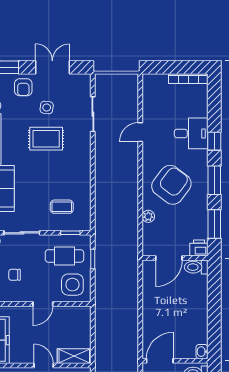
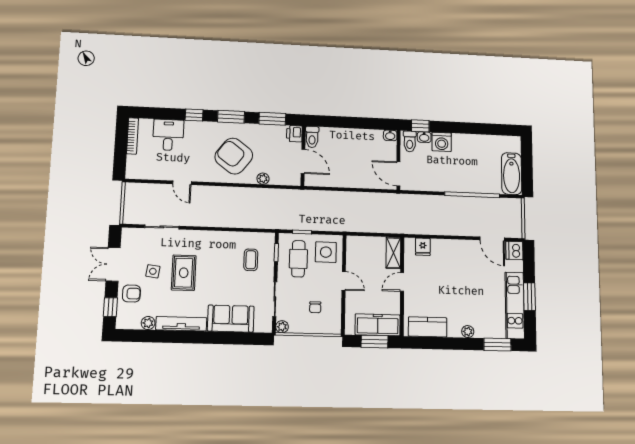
desk: (191, 133) -> (168, 135), moved

